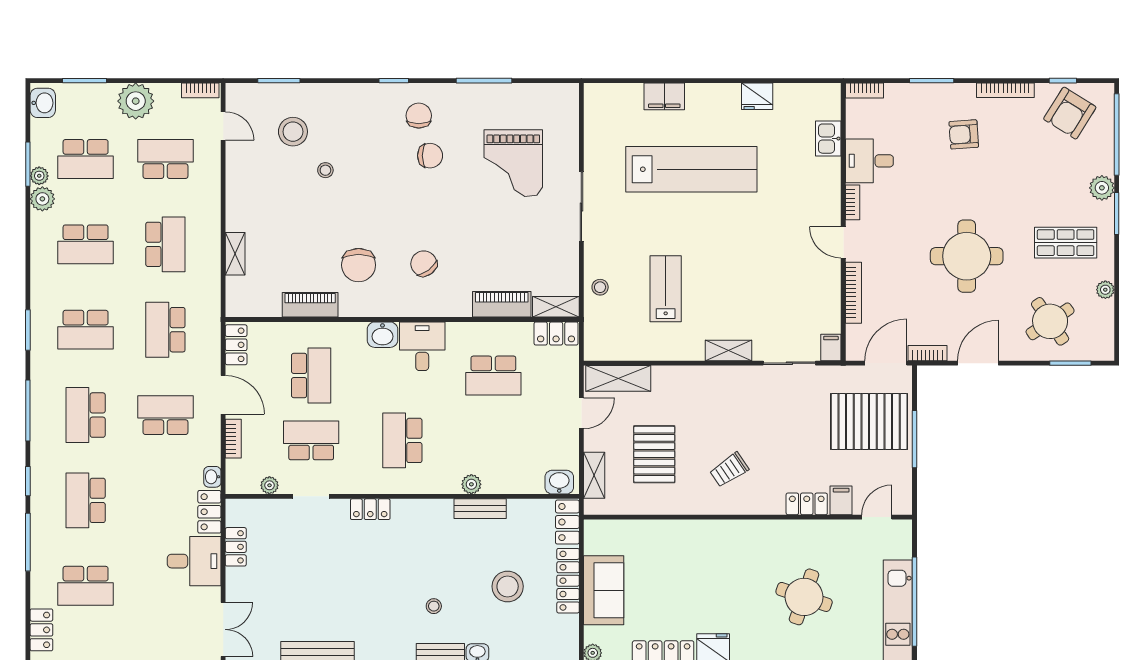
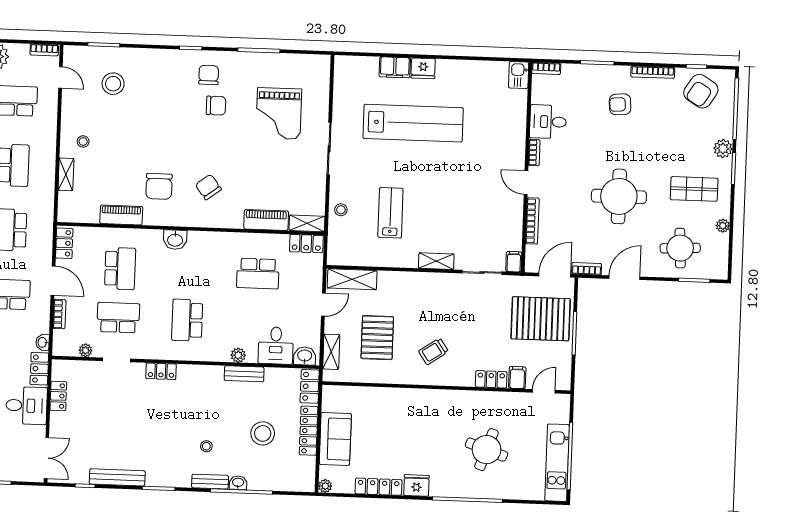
fridge: (757, 96) -> (423, 68), moved
kitchen sink: (828, 139) -> (519, 75), moved
stool: (325, 170) -> (83, 141), moved
round table: (1050, 321) -> (680, 248), turned 31
desk: (422, 346) -> (276, 346), moved, turned 180

